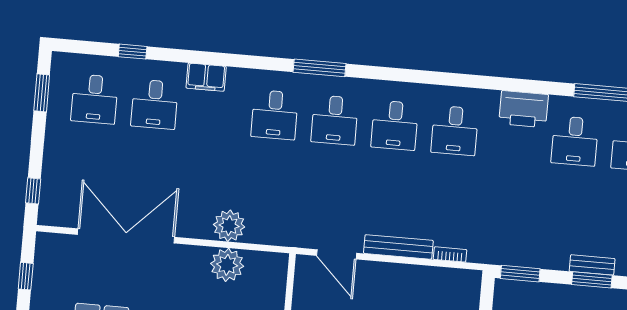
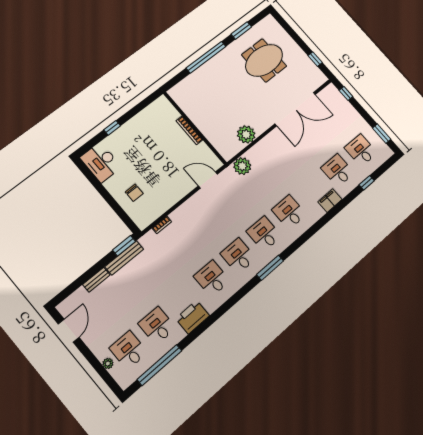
window: (320, 68) -> (270, 268), moved
plant: (229, 226) -> (242, 166), moved
bench: (398, 247) -> (124, 258), moved
window: (592, 280) -> (90, 273), removed

